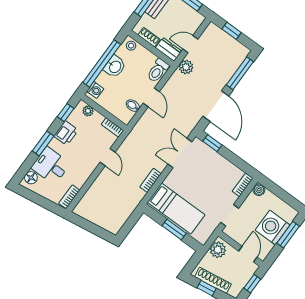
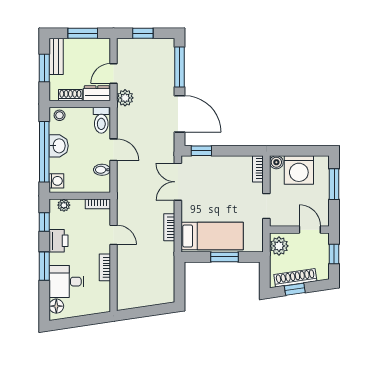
bookcase: (69, 197) -> (105, 267), moved
washing machine: (273, 228) -> (299, 170), moved, turned -90

